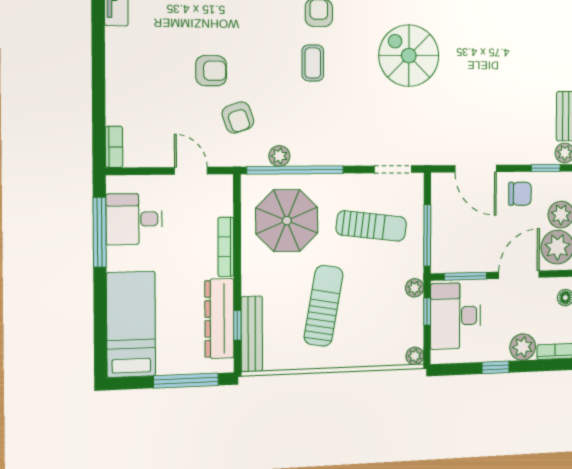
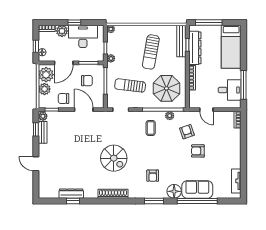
coffee table: (313, 63) -> (151, 128), moved
chair: (469, 235) -> (87, 81), added
desk: (456, 316) -> (83, 36), moved, turned -90

